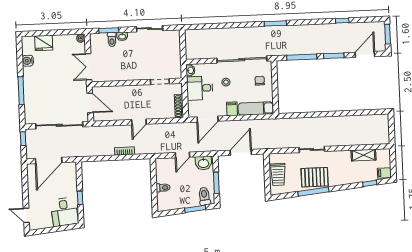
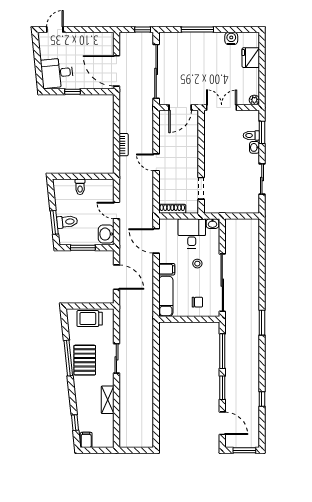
shelving: (363, 155) -> (108, 400), moved
door: (49, 160) -> (116, 71), moved
toilet: (204, 196) -> (67, 222), moved

